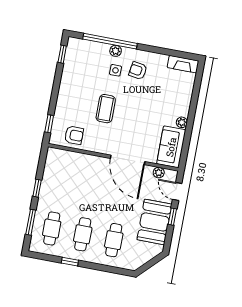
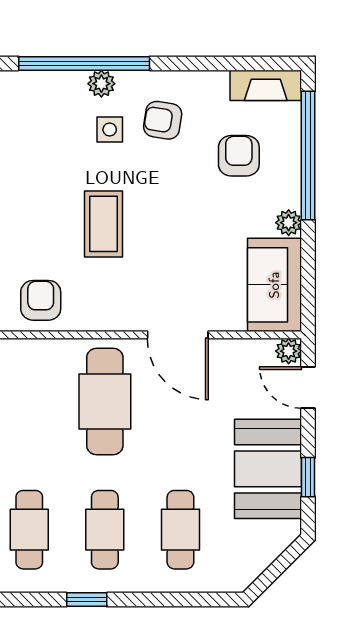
armchair: (167, 91) -> (239, 156), added
window: (195, 96) -> (308, 156), added
armchair: (74, 135) -> (41, 300), turned -90
door: (128, 160) -> (178, 335), width x0.73
plant: (159, 173) -> (289, 351), moved
cafe table: (93, 182) -> (105, 401), added
window: (172, 217) -> (308, 477), moved

